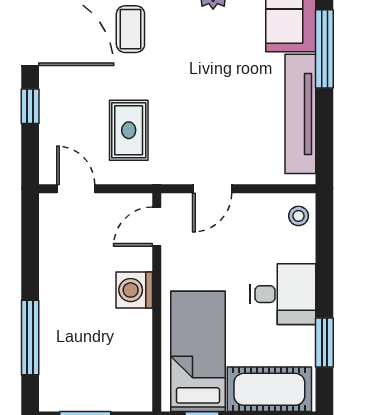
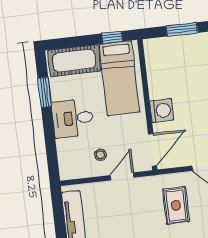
stool: (299, 216) -> (100, 155), moved
door: (157, 227) -> (153, 150), width x1.37

